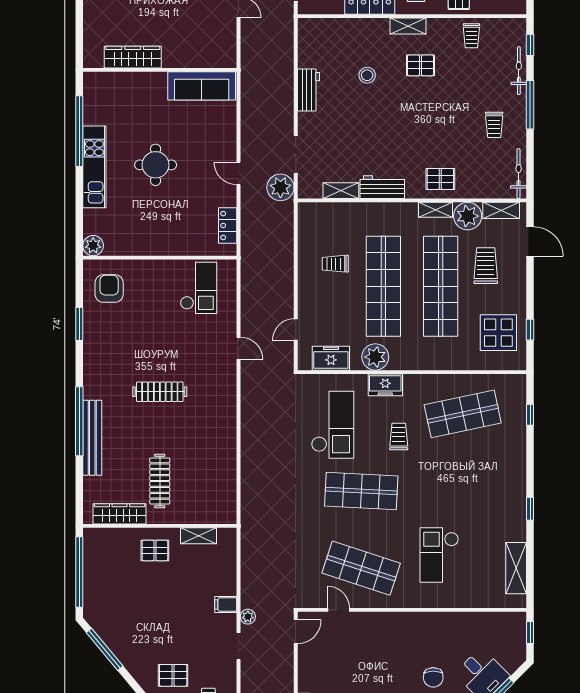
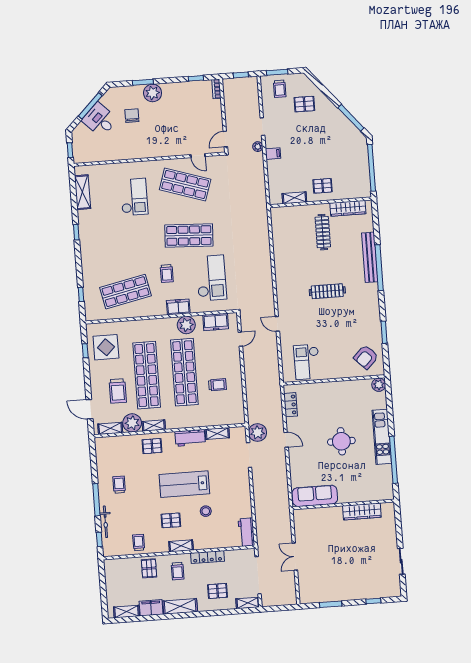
workbench: (308, 90) -> (246, 532), moved
lab bench: (396, 118) -> (184, 484), added
bicycle: (519, 174) -> (101, 454), removed
armchair: (109, 289) -> (366, 357), turned 45
checkout: (333, 425) -> (211, 278), turned 180

